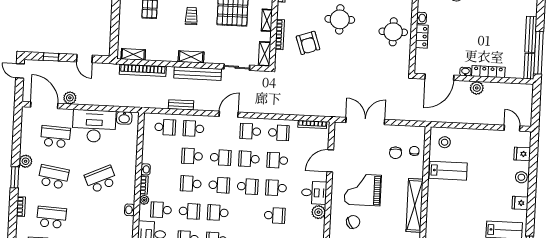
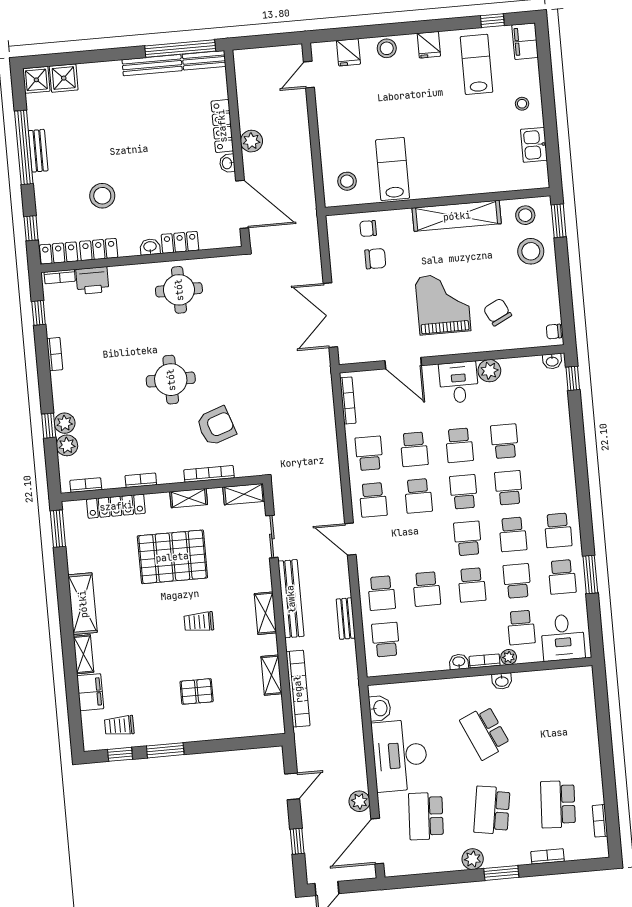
shelving: (133, 54) -> (271, 675), moved
school desk: (221, 158) -> (509, 488), moved
grand piano: (363, 190) -> (443, 304), turned 180
washbasin: (130, 210) -> (502, 681), moved

